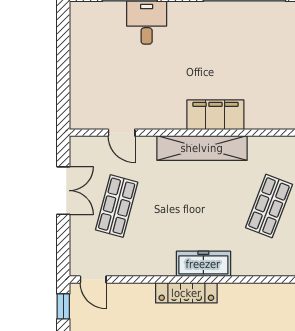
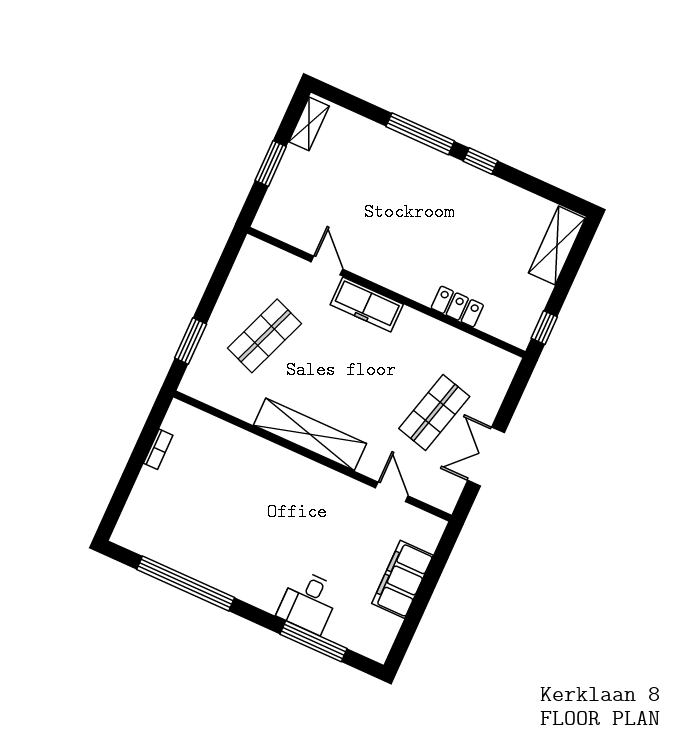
filing cabinet: (215, 115) -> (403, 579), moved, turned 90
door: (93, 279) -> (327, 266), moved
locker: (186, 293) -> (457, 307), moved, width x0.66

